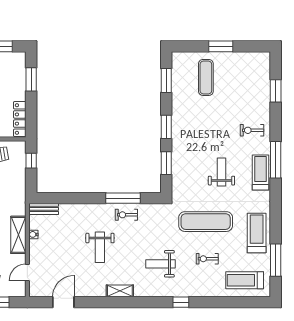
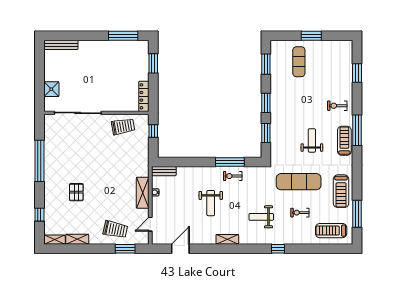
treadmill: (257, 233) -> (341, 191), turned 180

